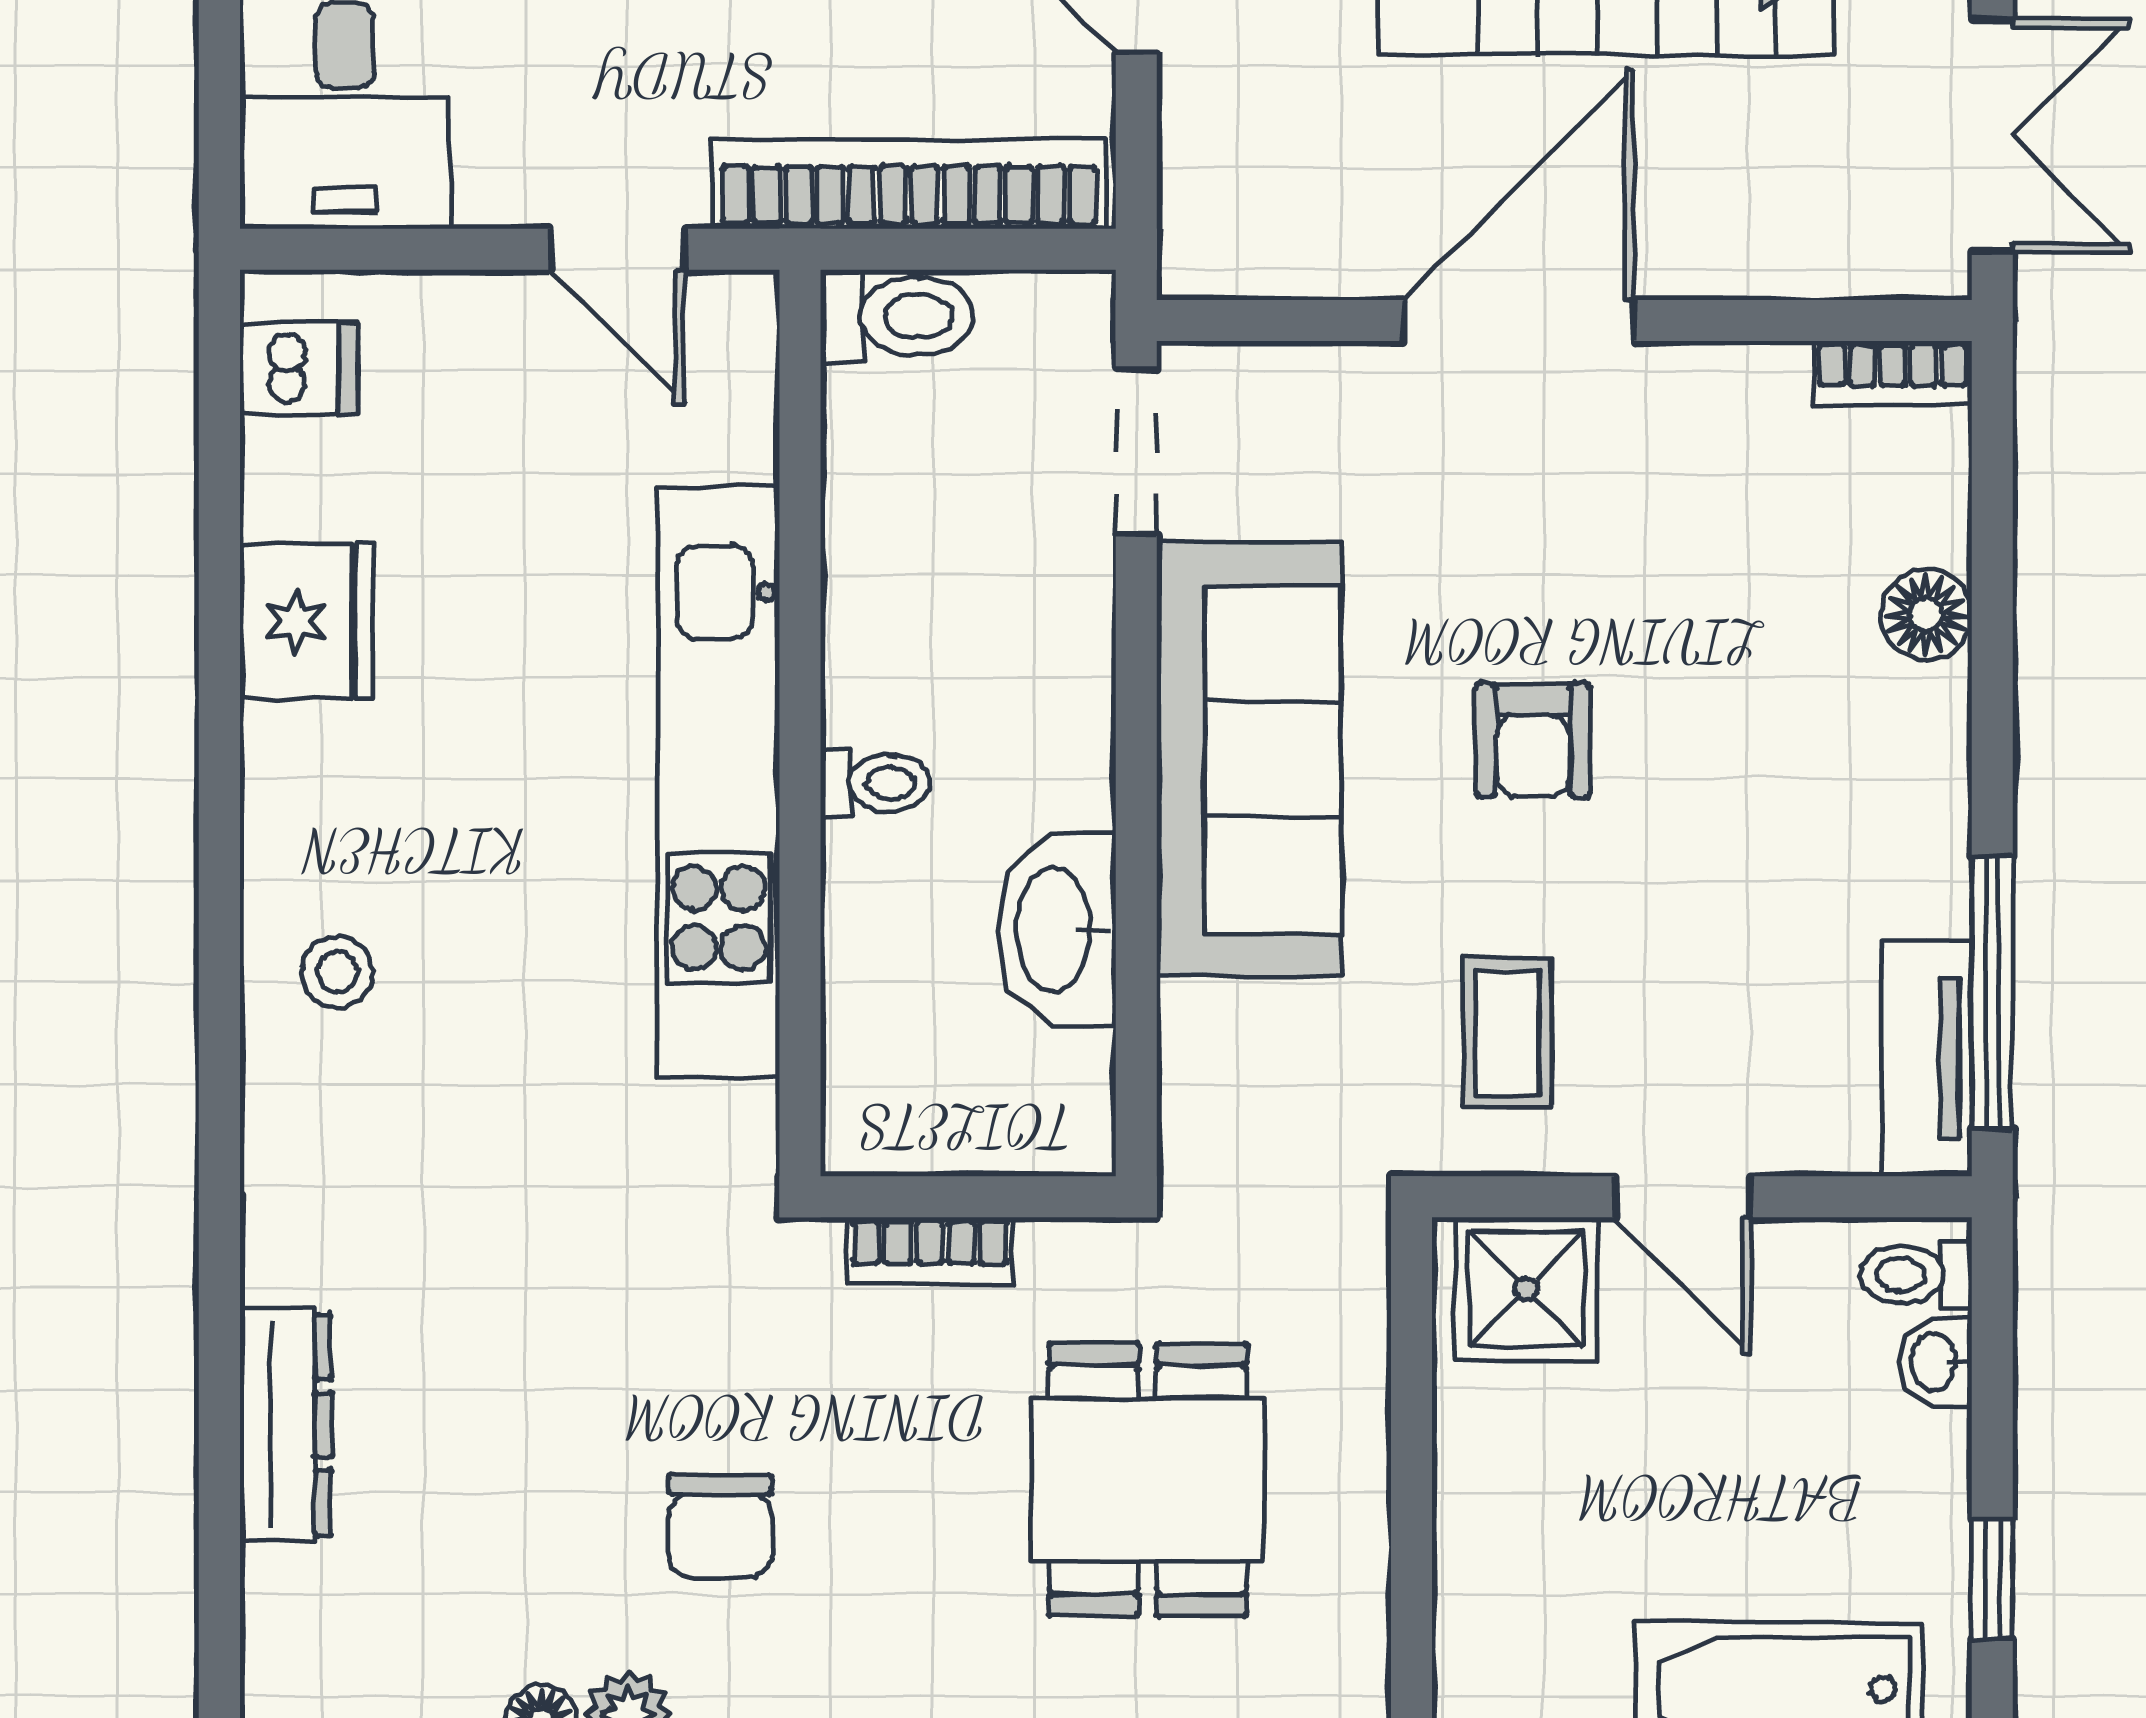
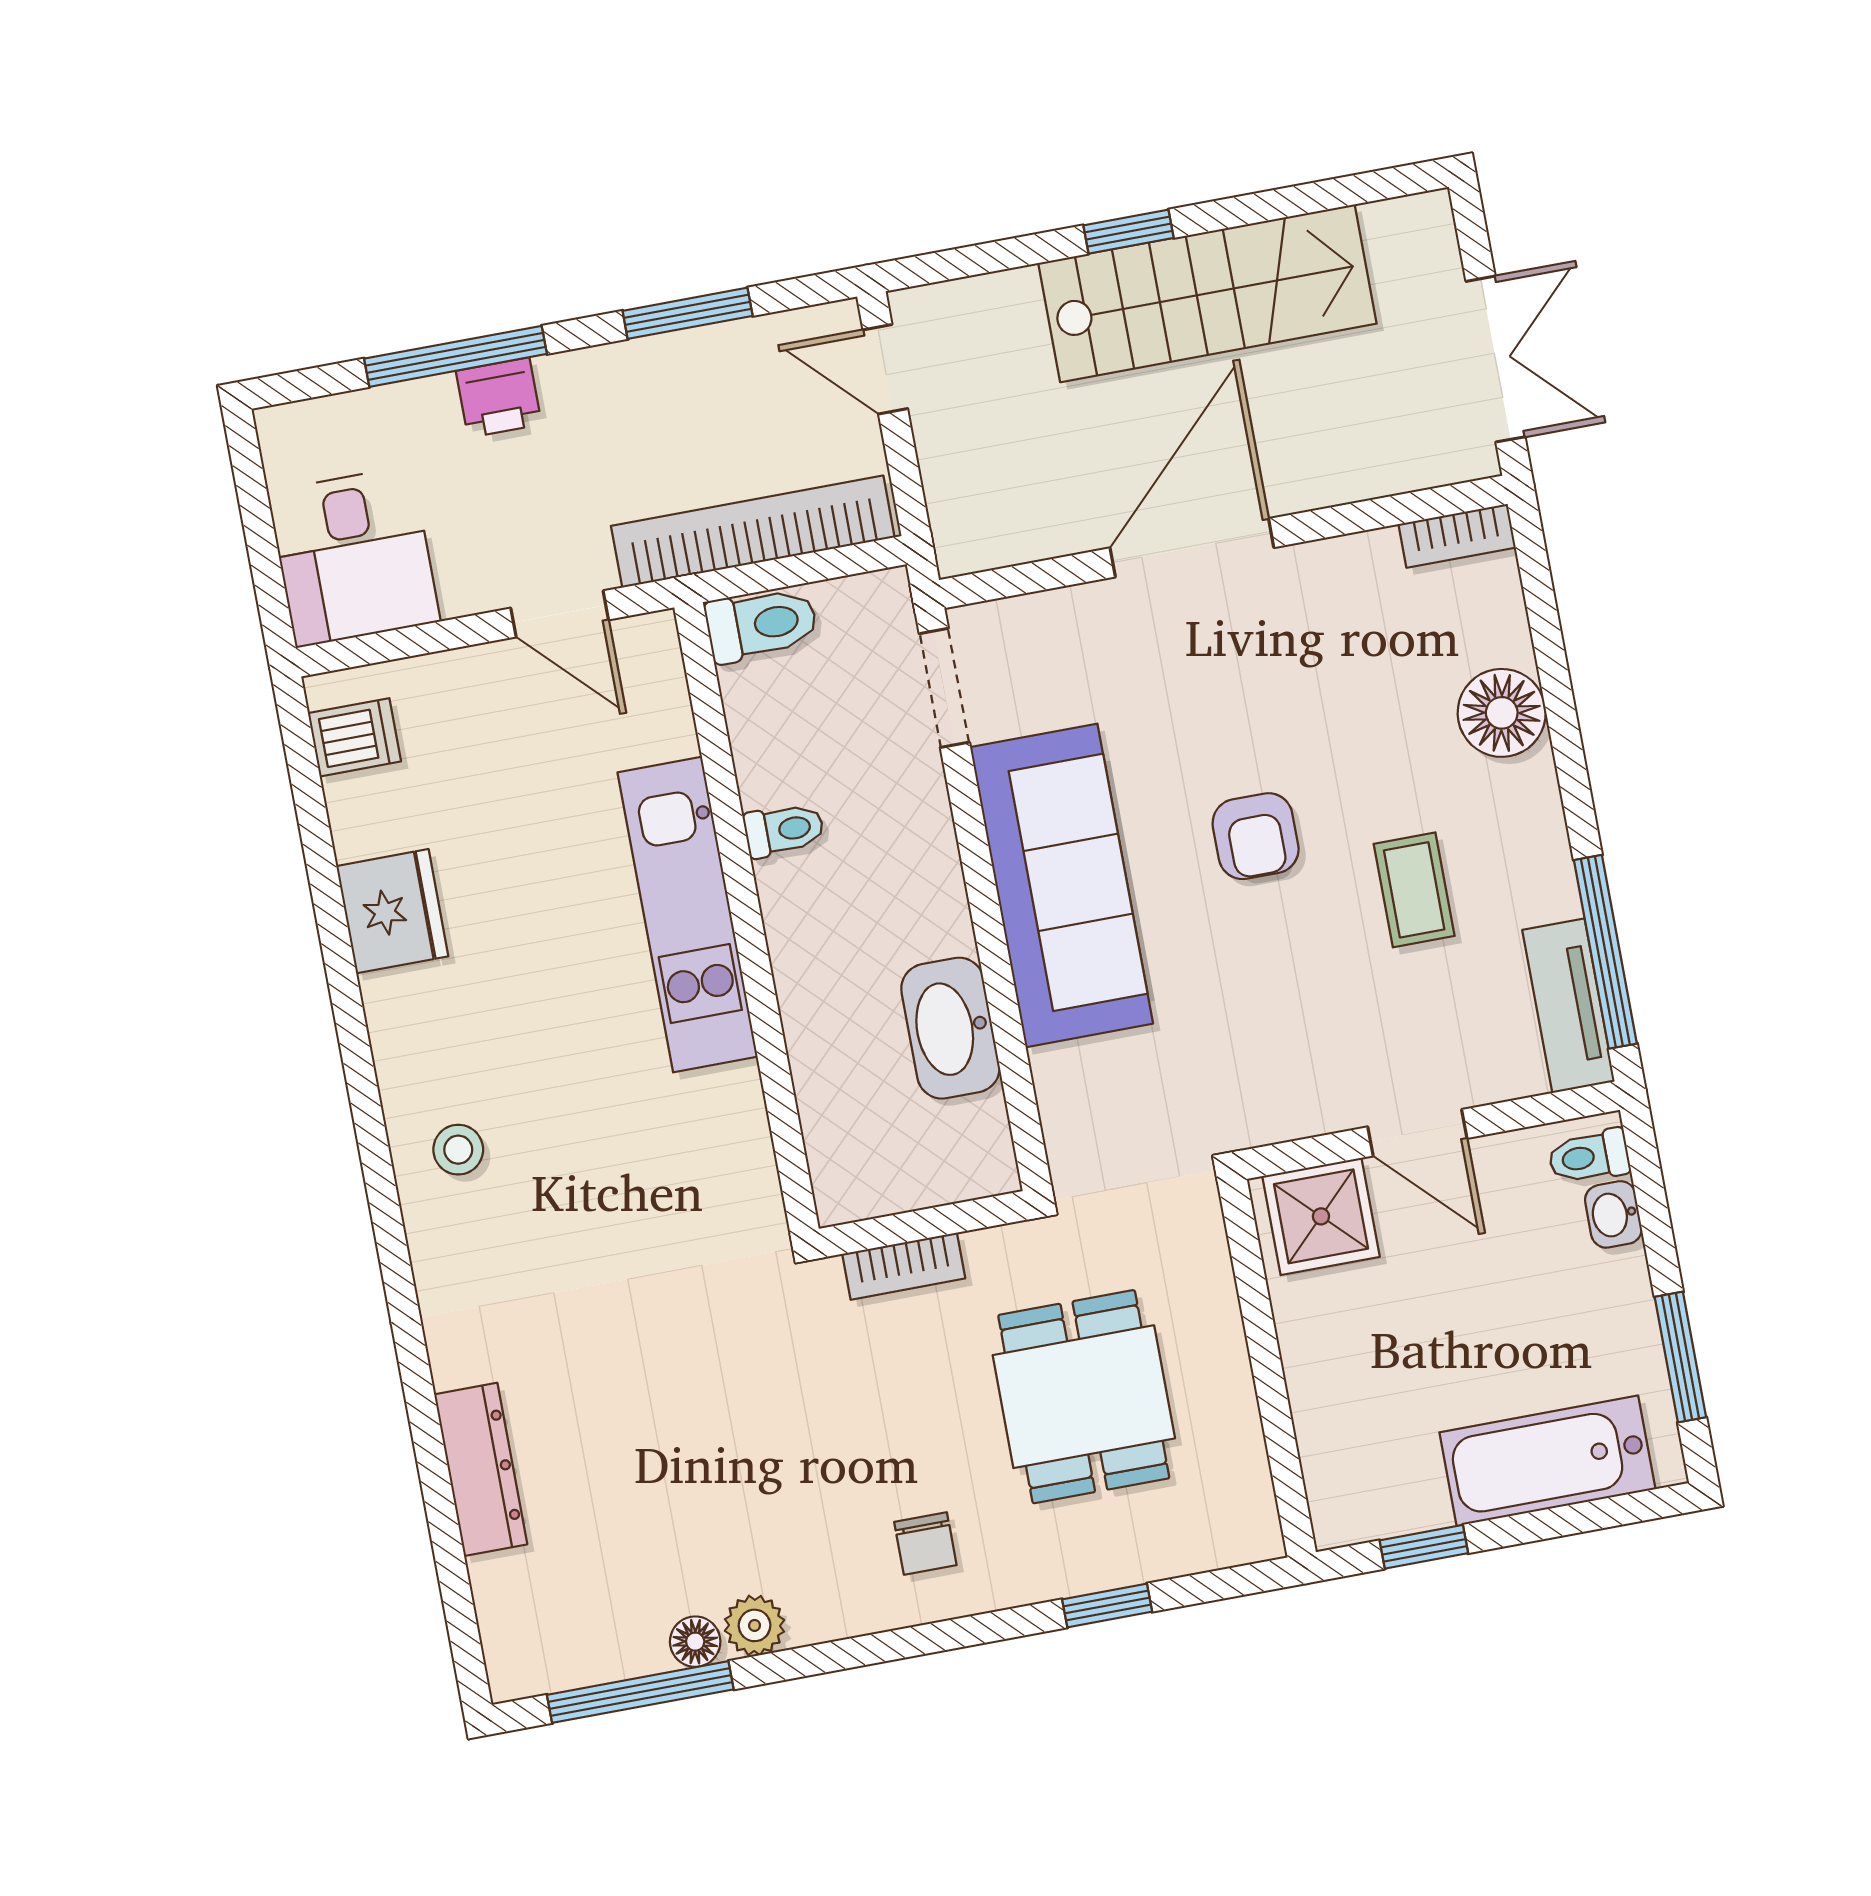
floor lamp: (1926, 615) -> (1502, 713), width x1.38, depth x1.38
kitchen unit: (719, 782) -> (688, 915), width x0.73
toilet: (875, 783) -> (784, 830), moved
coffee table: (1507, 1033) -> (1414, 890), moved
chair: (720, 1526) -> (925, 1544), moved, width x0.73, depth x0.73
window: (1992, 1579) -> (1680, 1357), width x1.50

